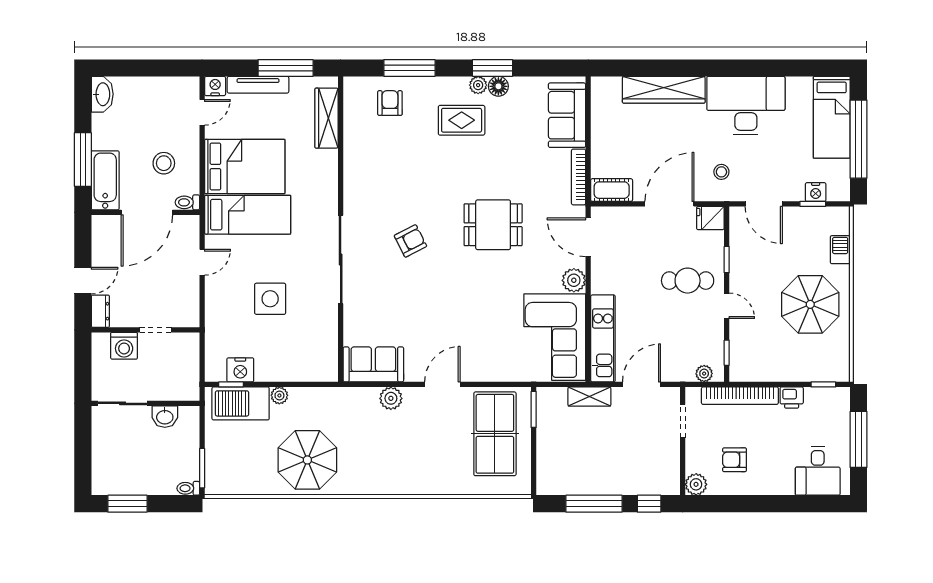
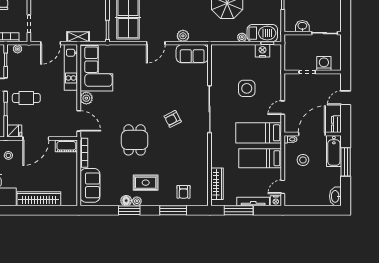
bed: (245, 166) -> (260, 158), width x0.67
dining table: (493, 225) -> (135, 140), moved, turned 90
dresser: (100, 311) -> (336, 124), moved

